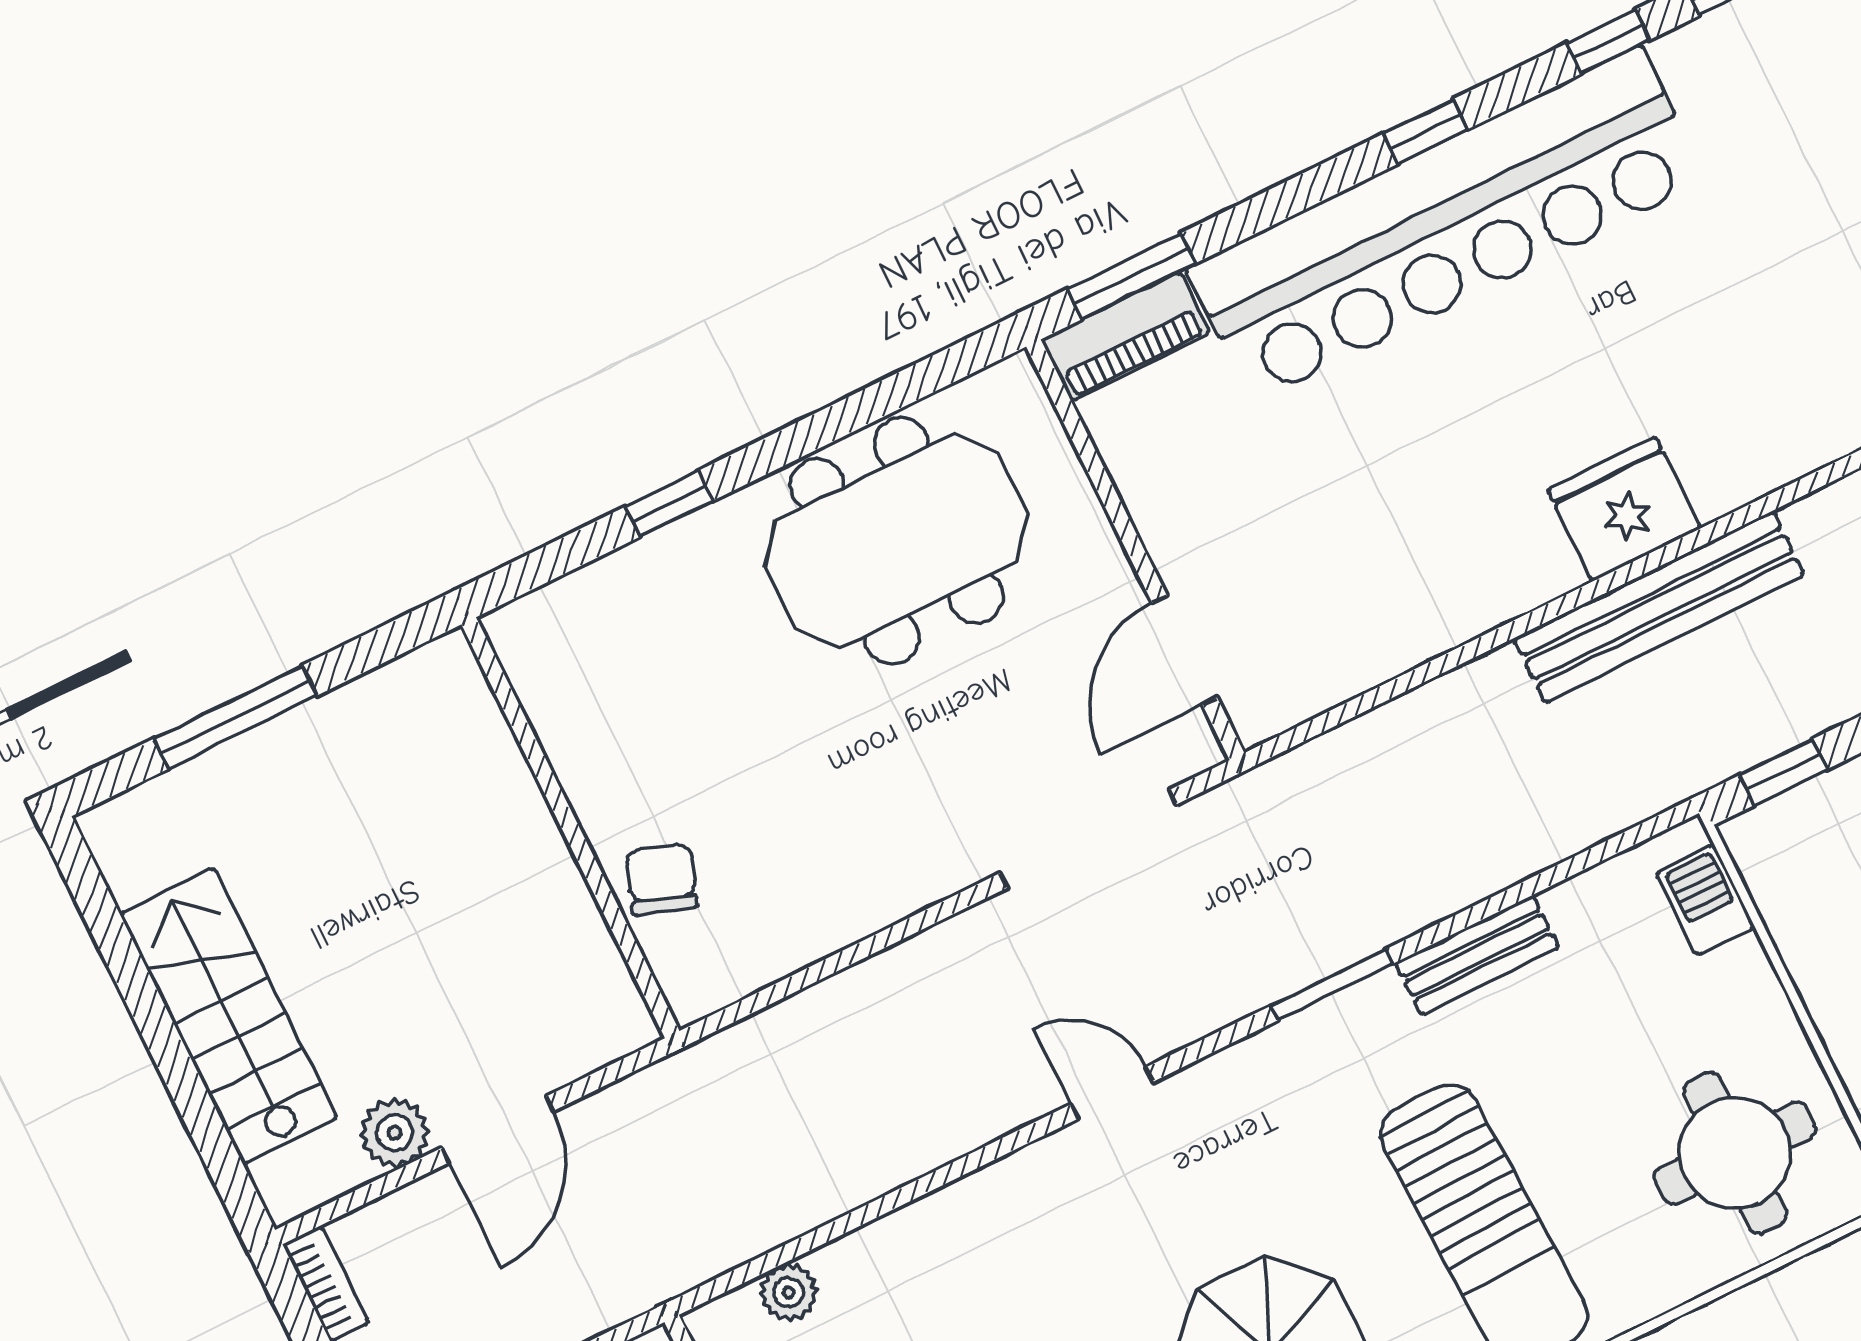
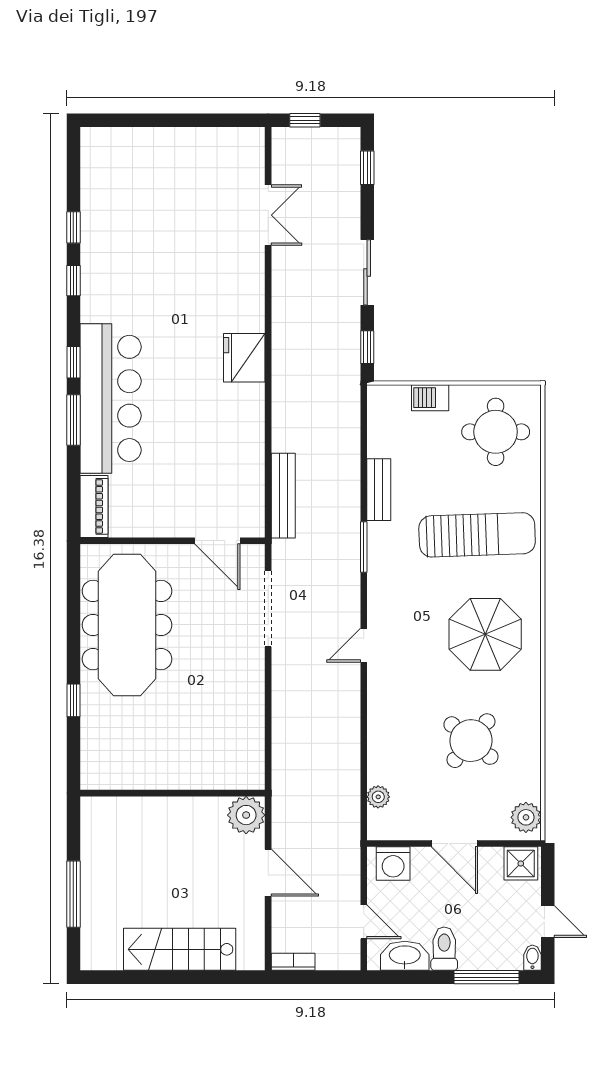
bar counter: (1446, 224) -> (111, 398), width x0.73
window: (1131, 276) -> (73, 420), moved
meeting table: (897, 541) -> (127, 625), width x1.36
bench: (1659, 607) -> (283, 496), moved, width x0.73, depth x0.82
chair: (661, 879) -> (207, 769), removed
barbecue: (1705, 900) -> (430, 398), moved
plant: (395, 1133) -> (246, 815), moved, width x1.36, depth x1.36

